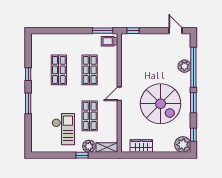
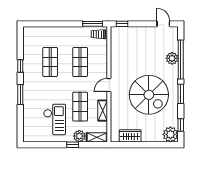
shelving: (113, 120) -> (103, 111), added

